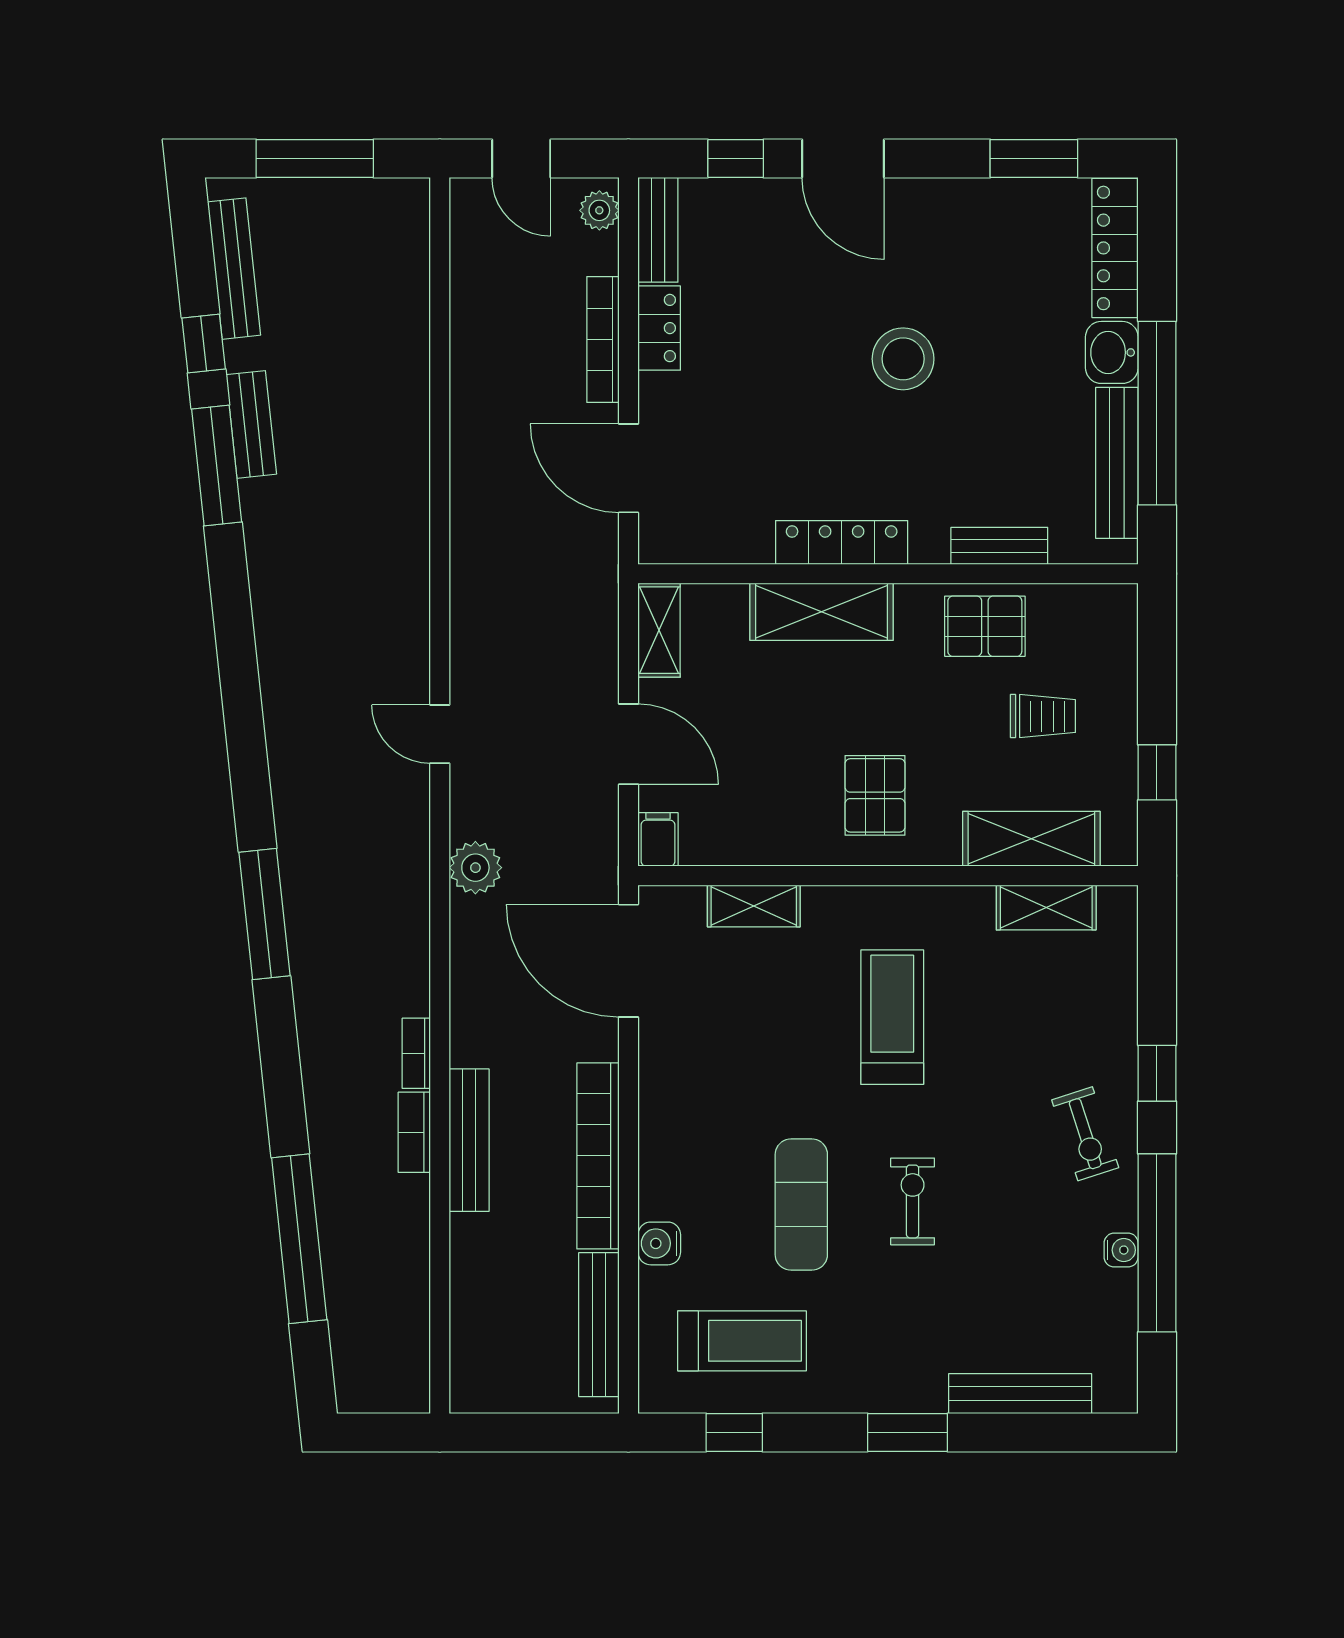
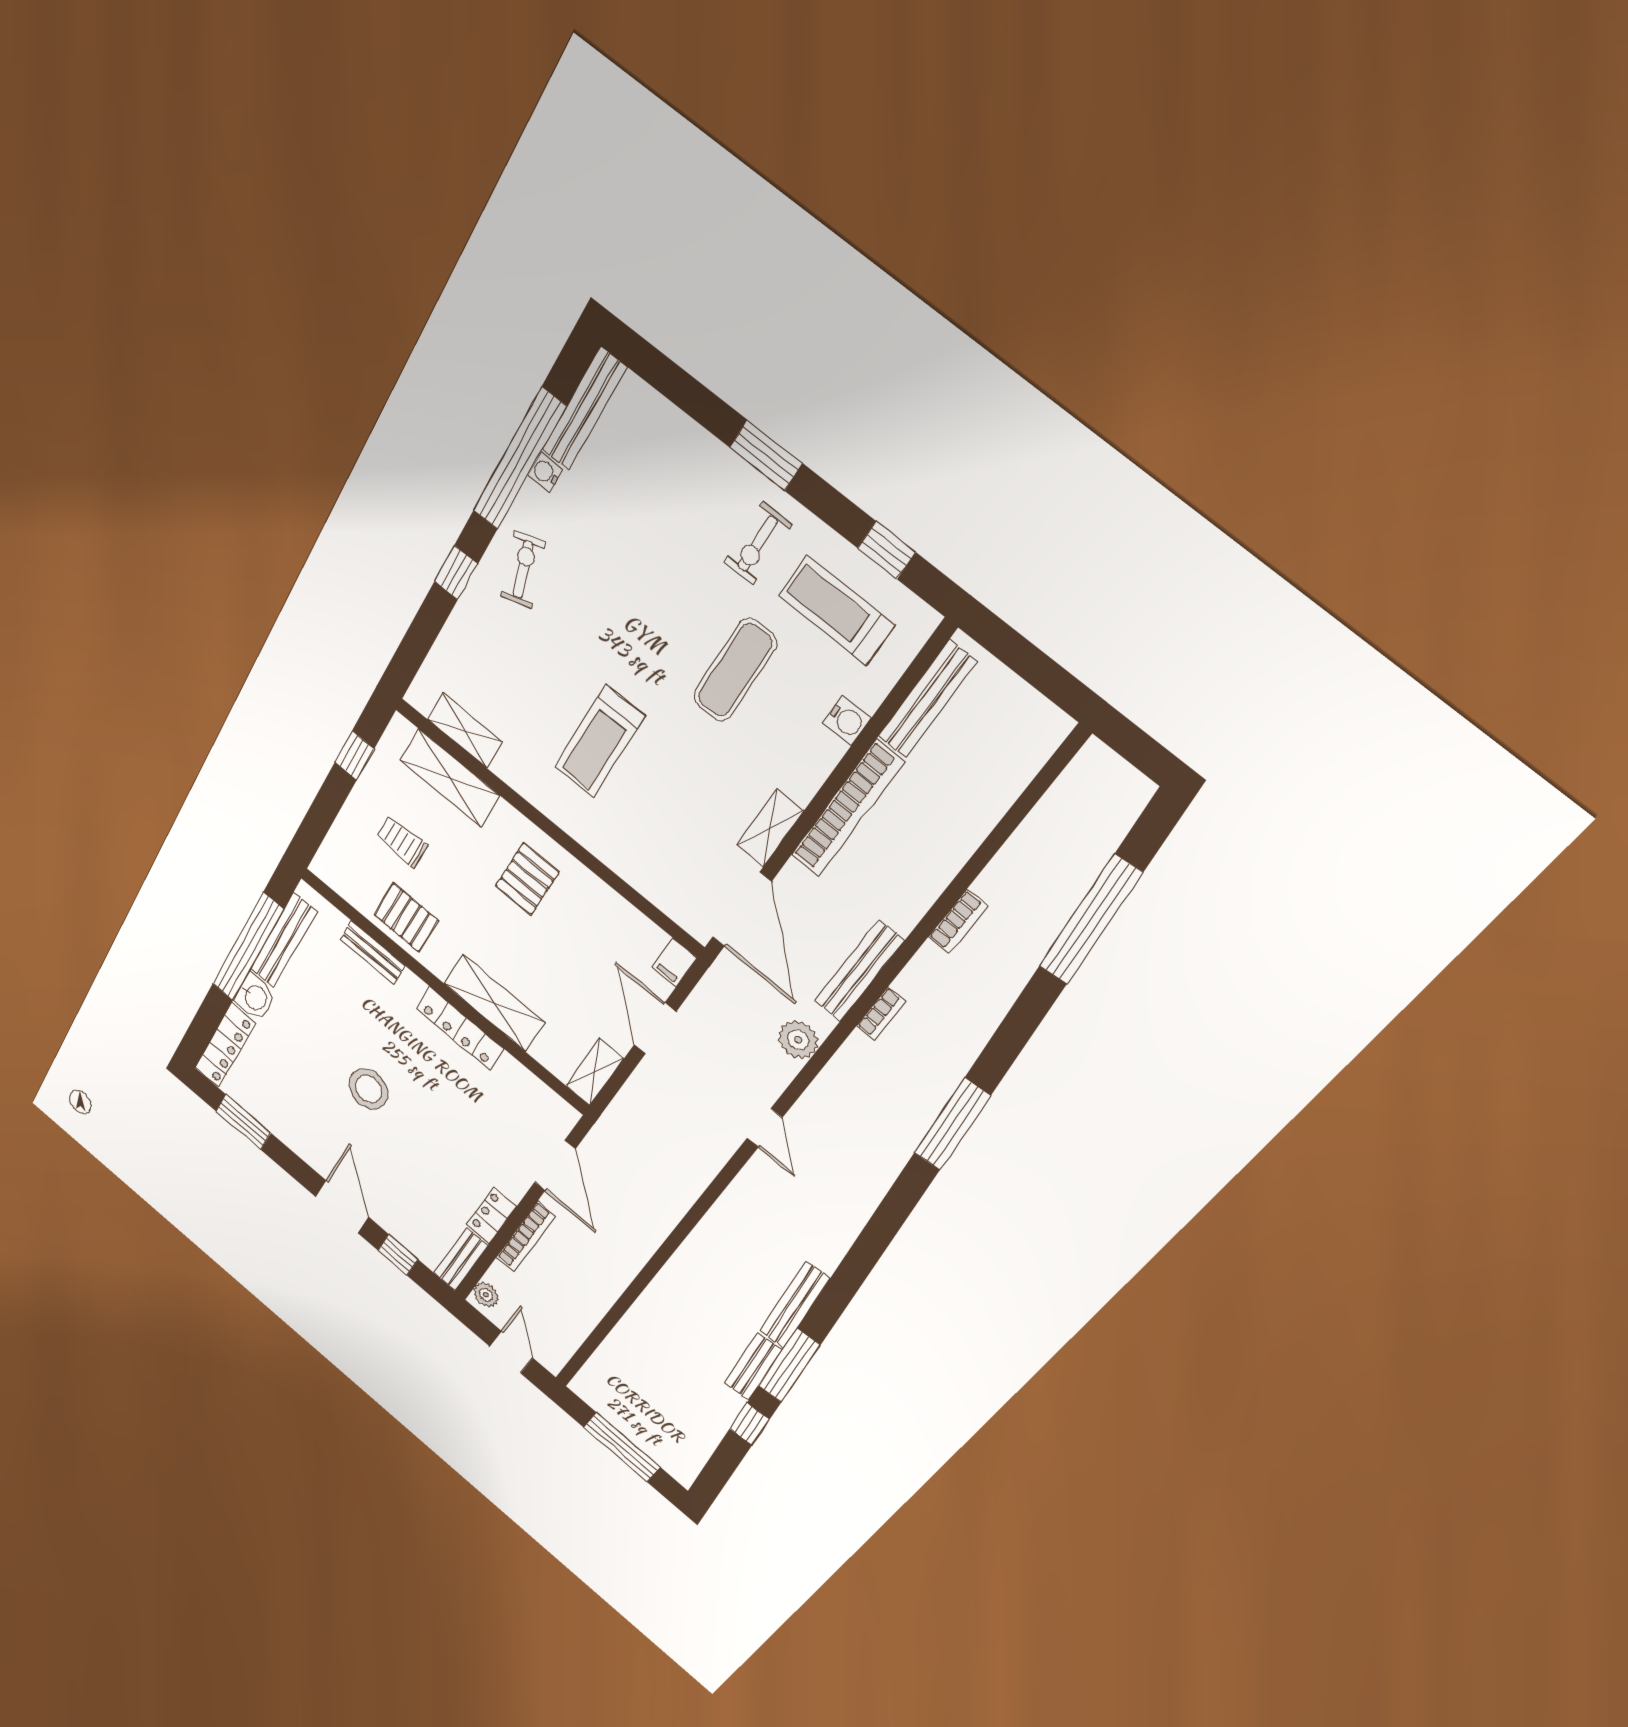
bench: (234, 269) -> (795, 1305), moved
shelving: (754, 906) -> (770, 828), moved, turned 90
bookcase: (416, 1053) -> (881, 1014), moved
bench: (469, 1140) -> (859, 971), moved
exercise bike: (913, 1201) -> (758, 543), moved
bench: (1020, 1394) -> (584, 409), moved, turned 90

